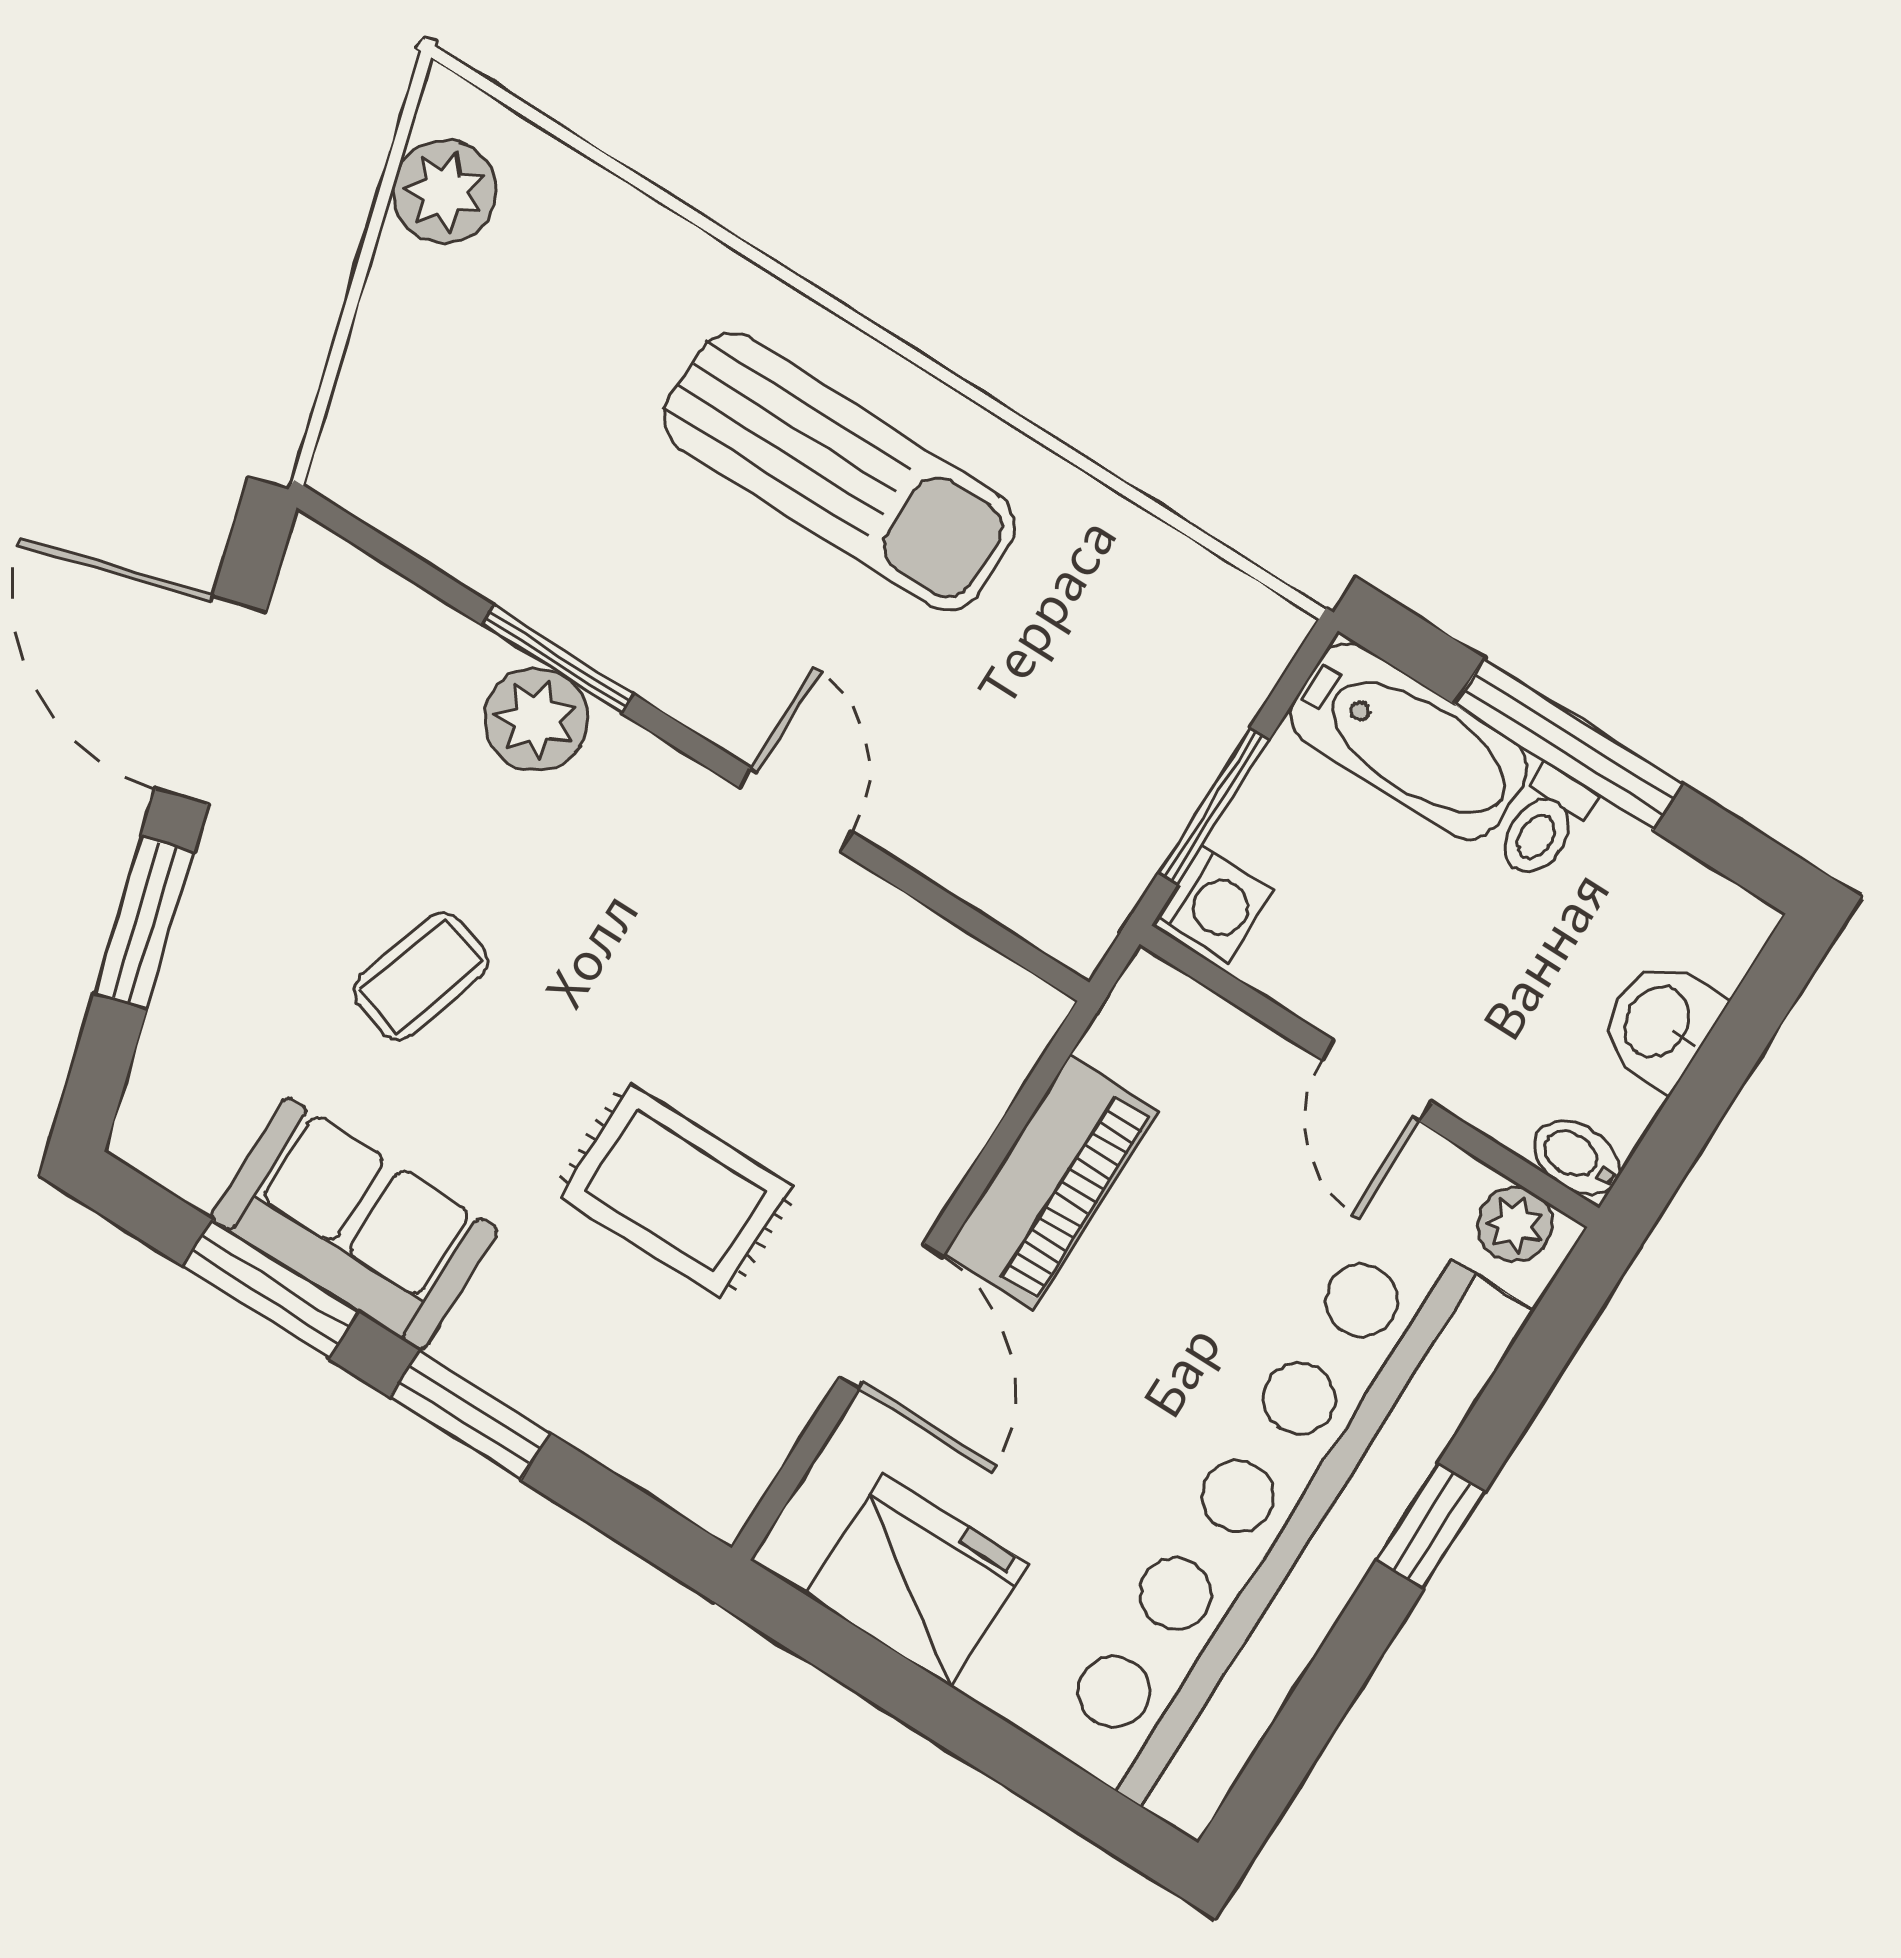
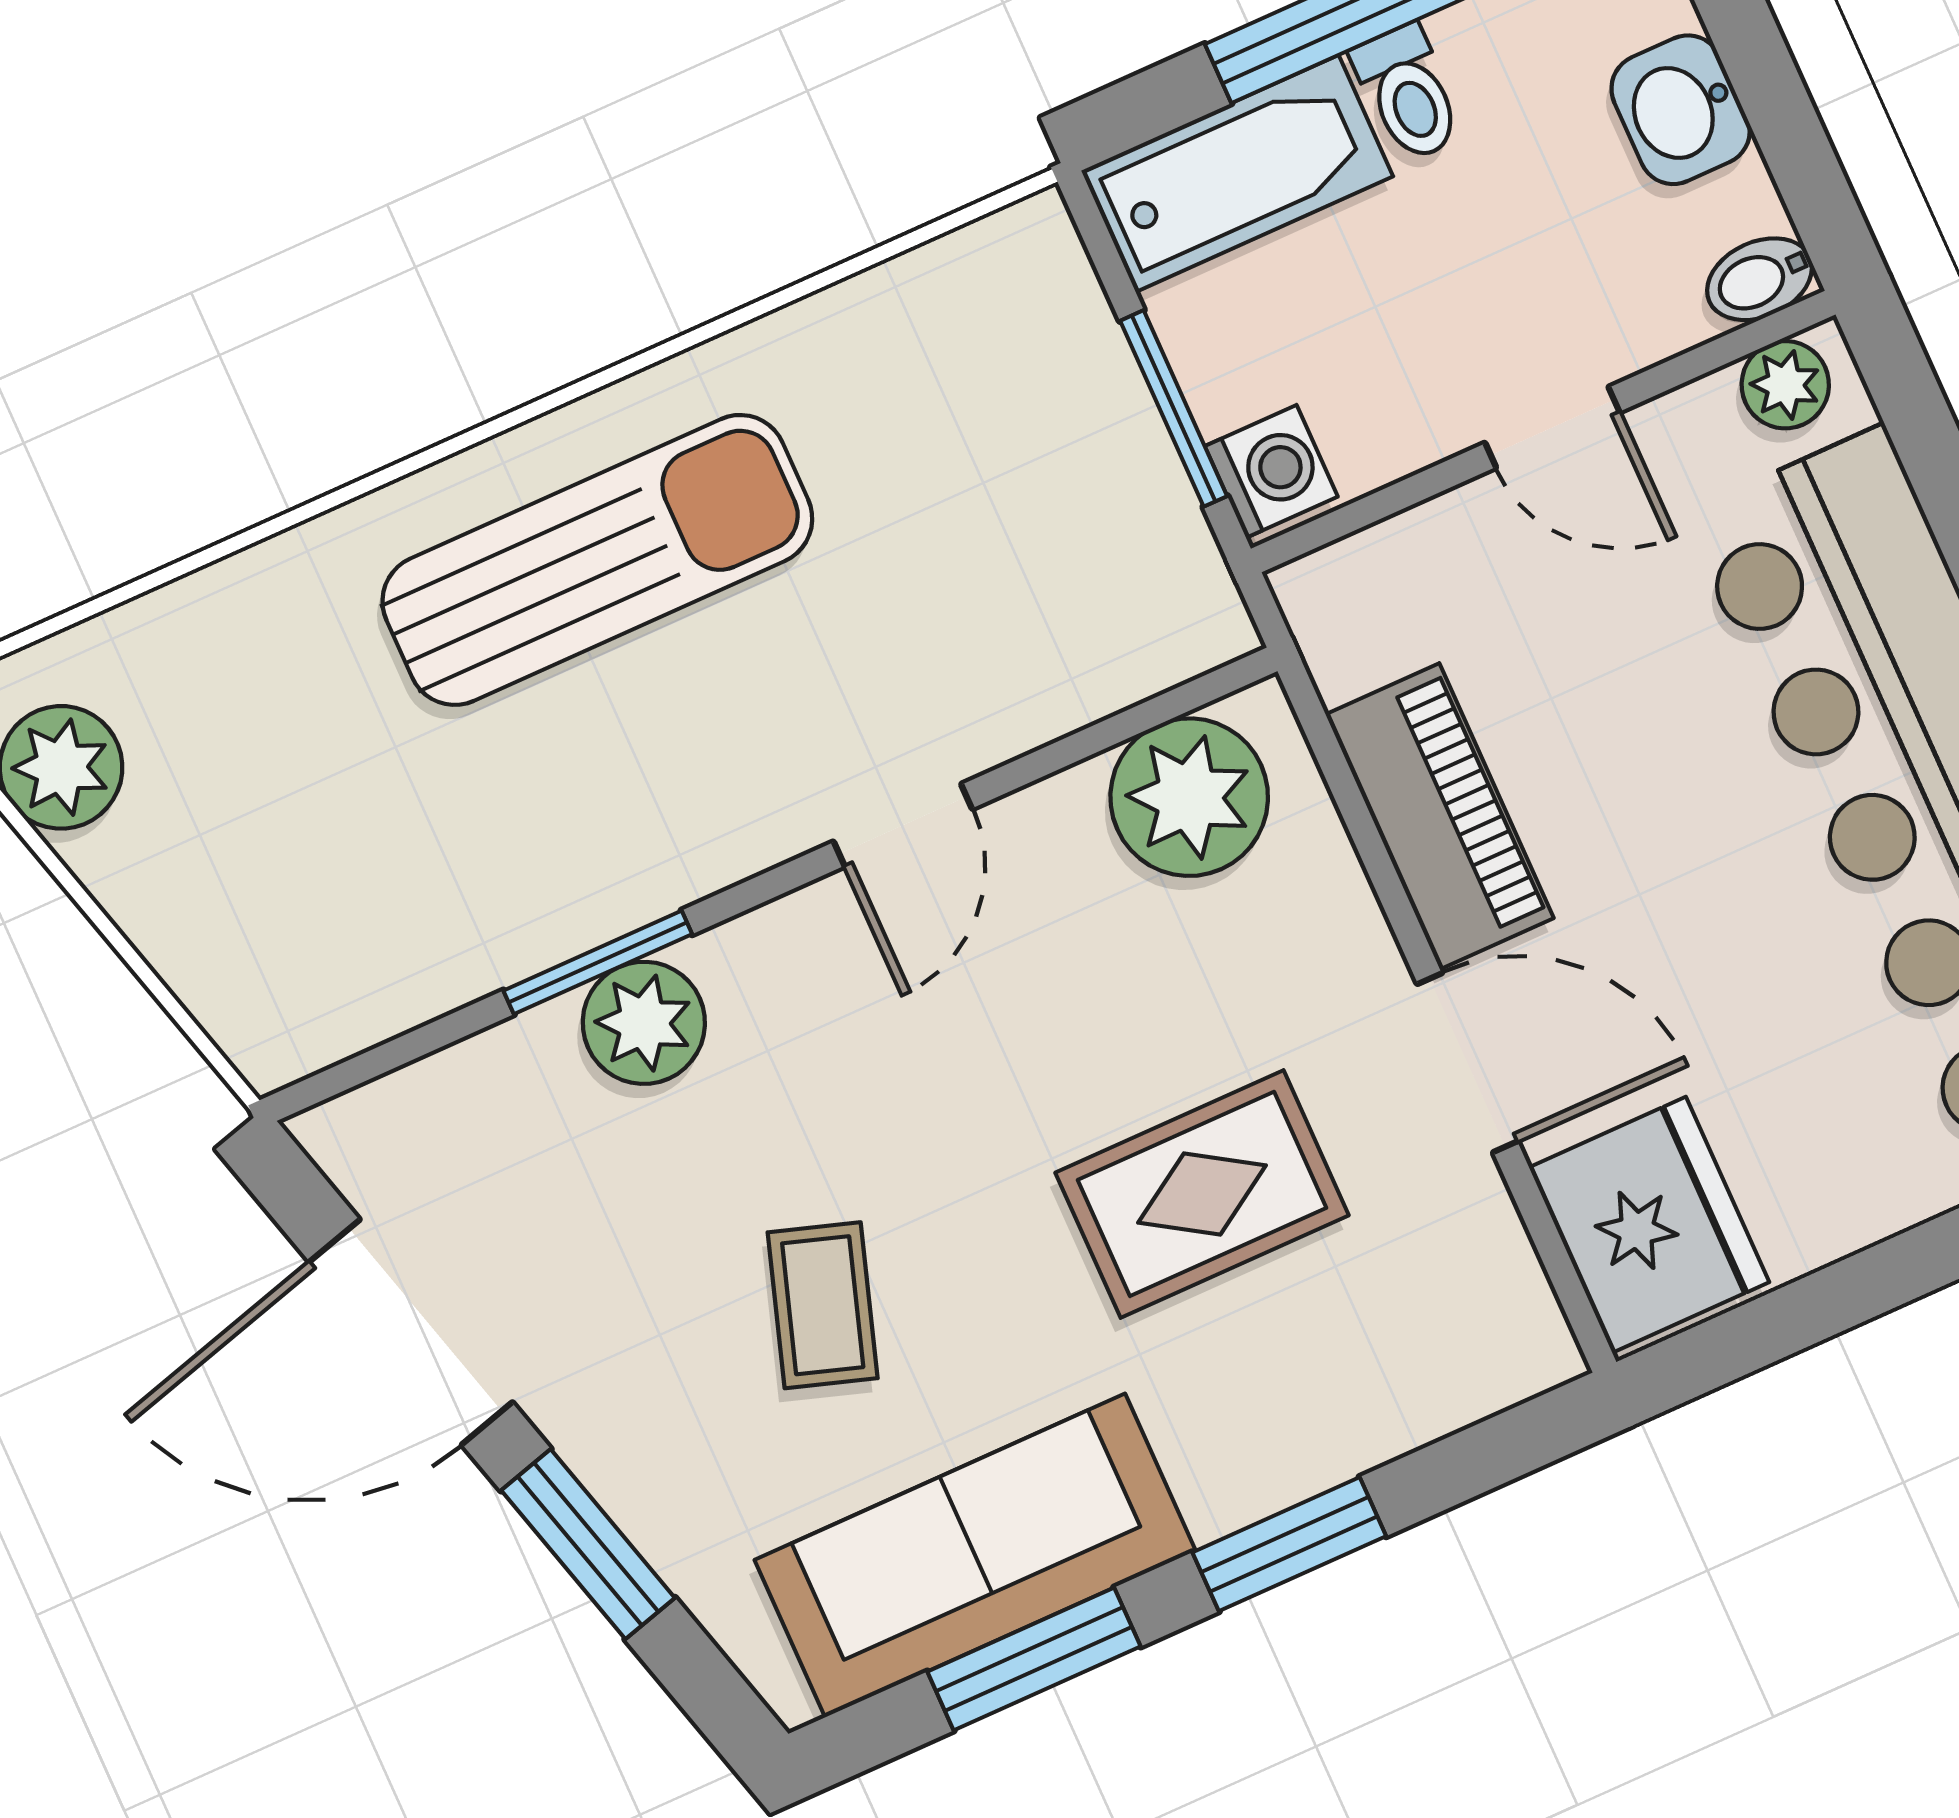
door: (795, 810) -> (903, 825), swing flipped
plant: (948, 998) -> (1189, 797), added
sofa: (354, 1224) -> (975, 1555), width x1.36
fridge: (917, 1580) -> (1649, 1225), moved, turned 90

